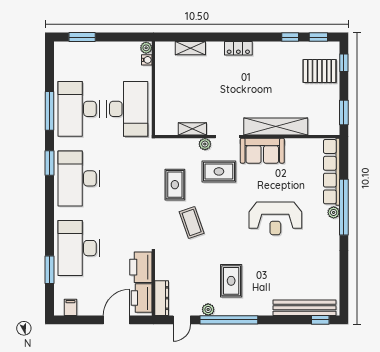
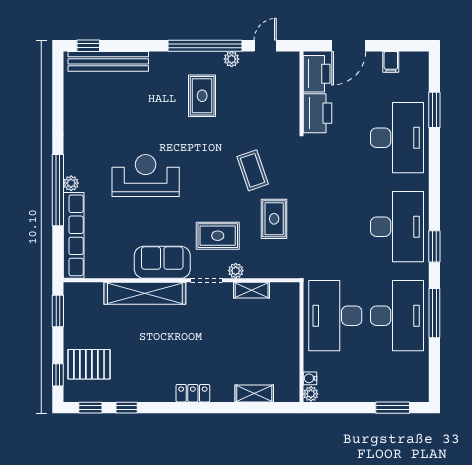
dresser: (162, 298) -> (291, 74), removed
filing cabinet: (70, 307) -> (391, 62), moved

